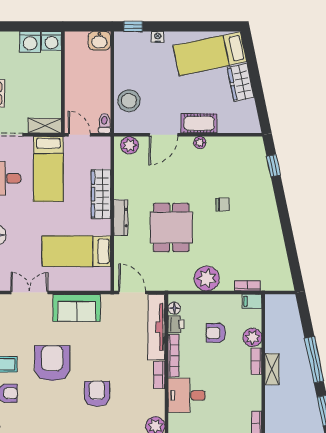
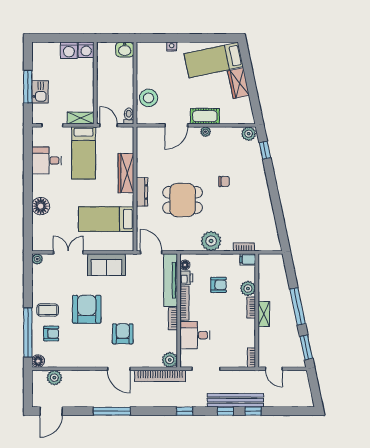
window: (133, 26) -> (152, 38), removed
plant: (129, 145) -> (249, 134), moved
dining table: (171, 228) -> (183, 200), turned 90
armchair: (216, 333) -> (219, 285), turned 180

